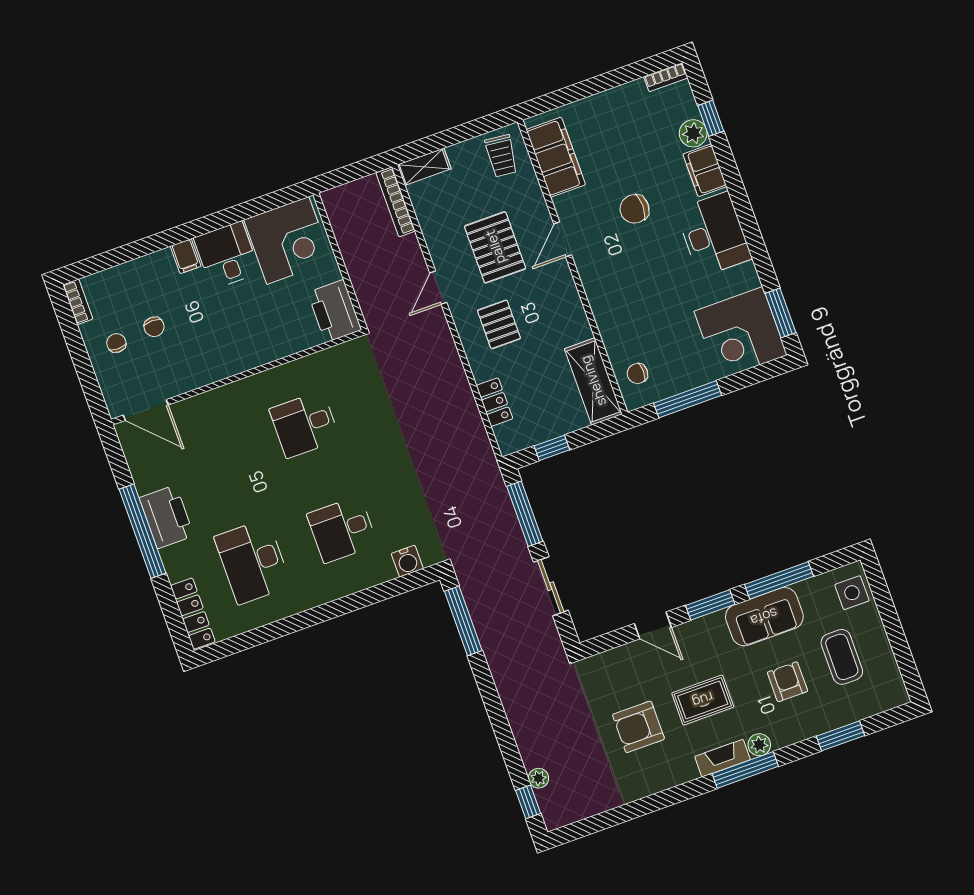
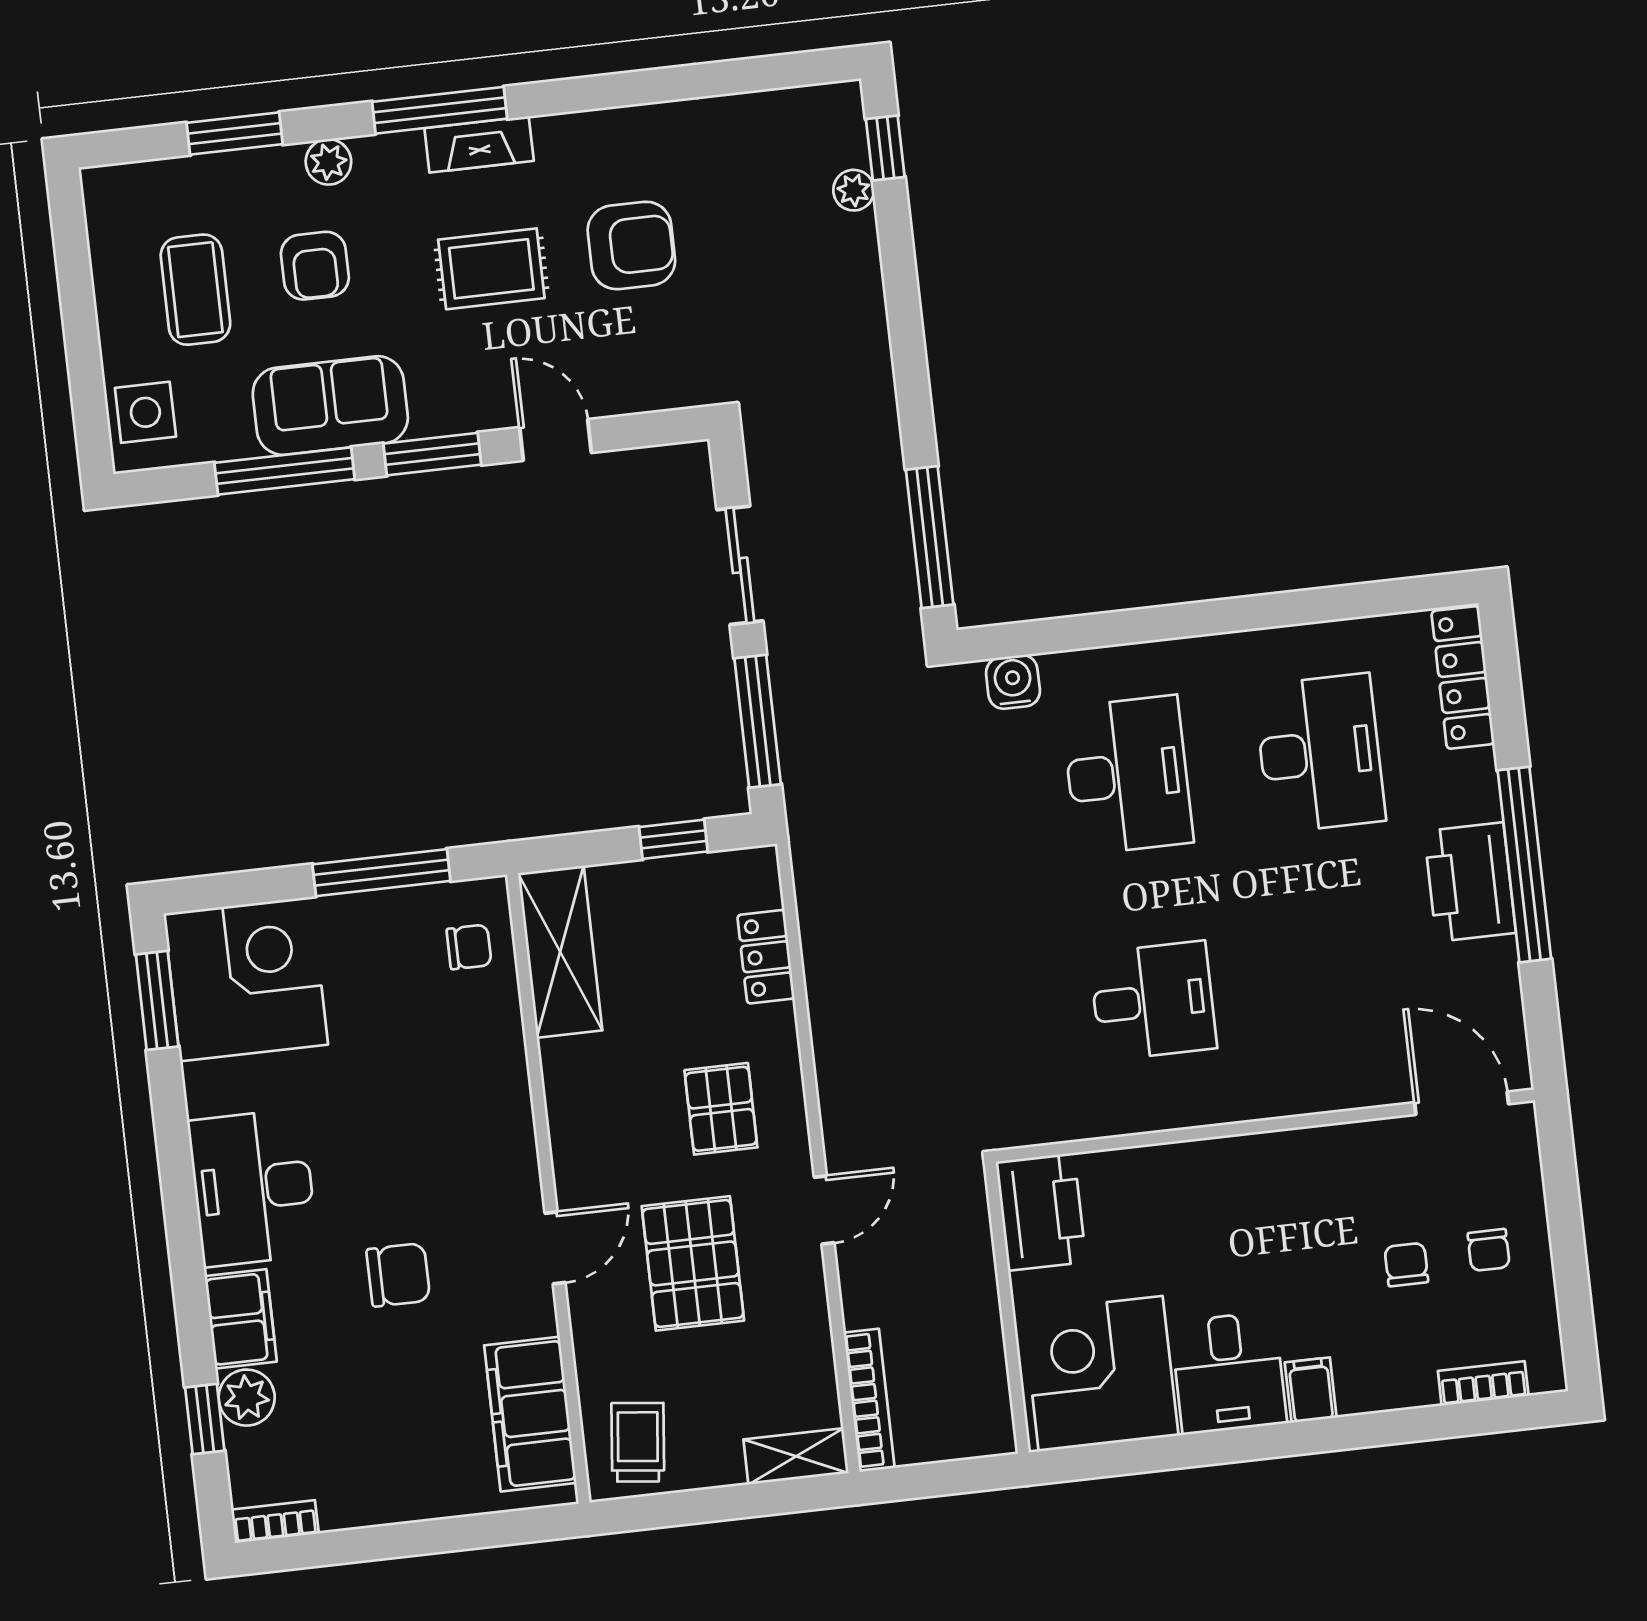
bookcase: (78, 302) -> (1483, 1383), moved, turned 90
desk: (342, 529) -> (1127, 775), width x1.37
plant: (759, 745) -> (328, 162), moved

